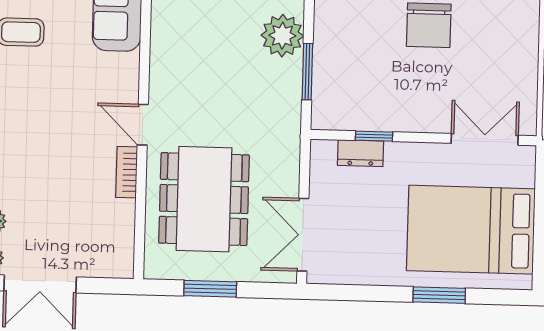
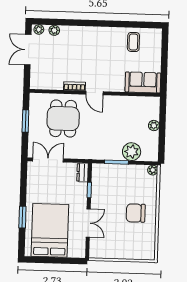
door: (143, 125) -> (94, 93), swing flipped
double door: (485, 139) -> (88, 223), moved
dresser: (361, 153) -> (82, 172), moved
dining table: (204, 199) -> (63, 119), width x0.73

